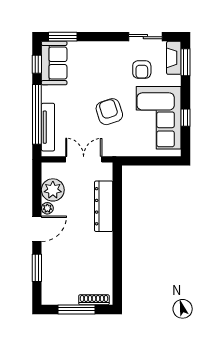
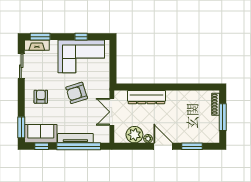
armchair: (142, 69) -> (41, 97), moved, turned -90
tv unit: (48, 127) -> (75, 138), moved

